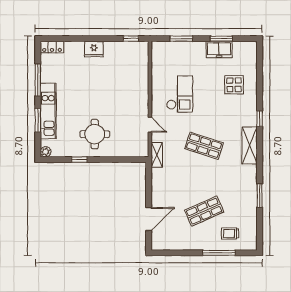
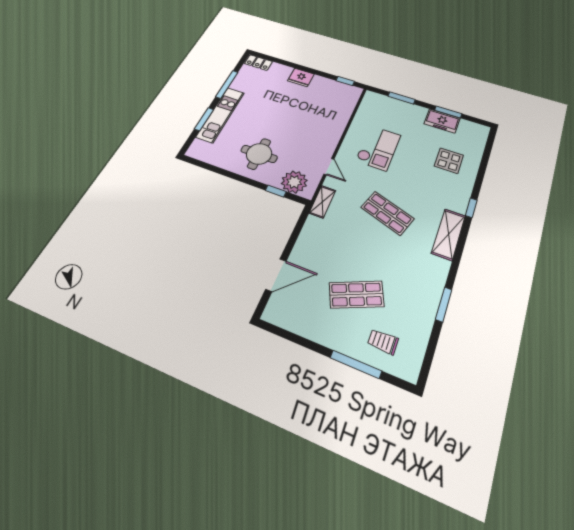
plant: (46, 152) -> (294, 182), moved, width x1.88, depth x1.88
window: (79, 160) -> (276, 191), moved

